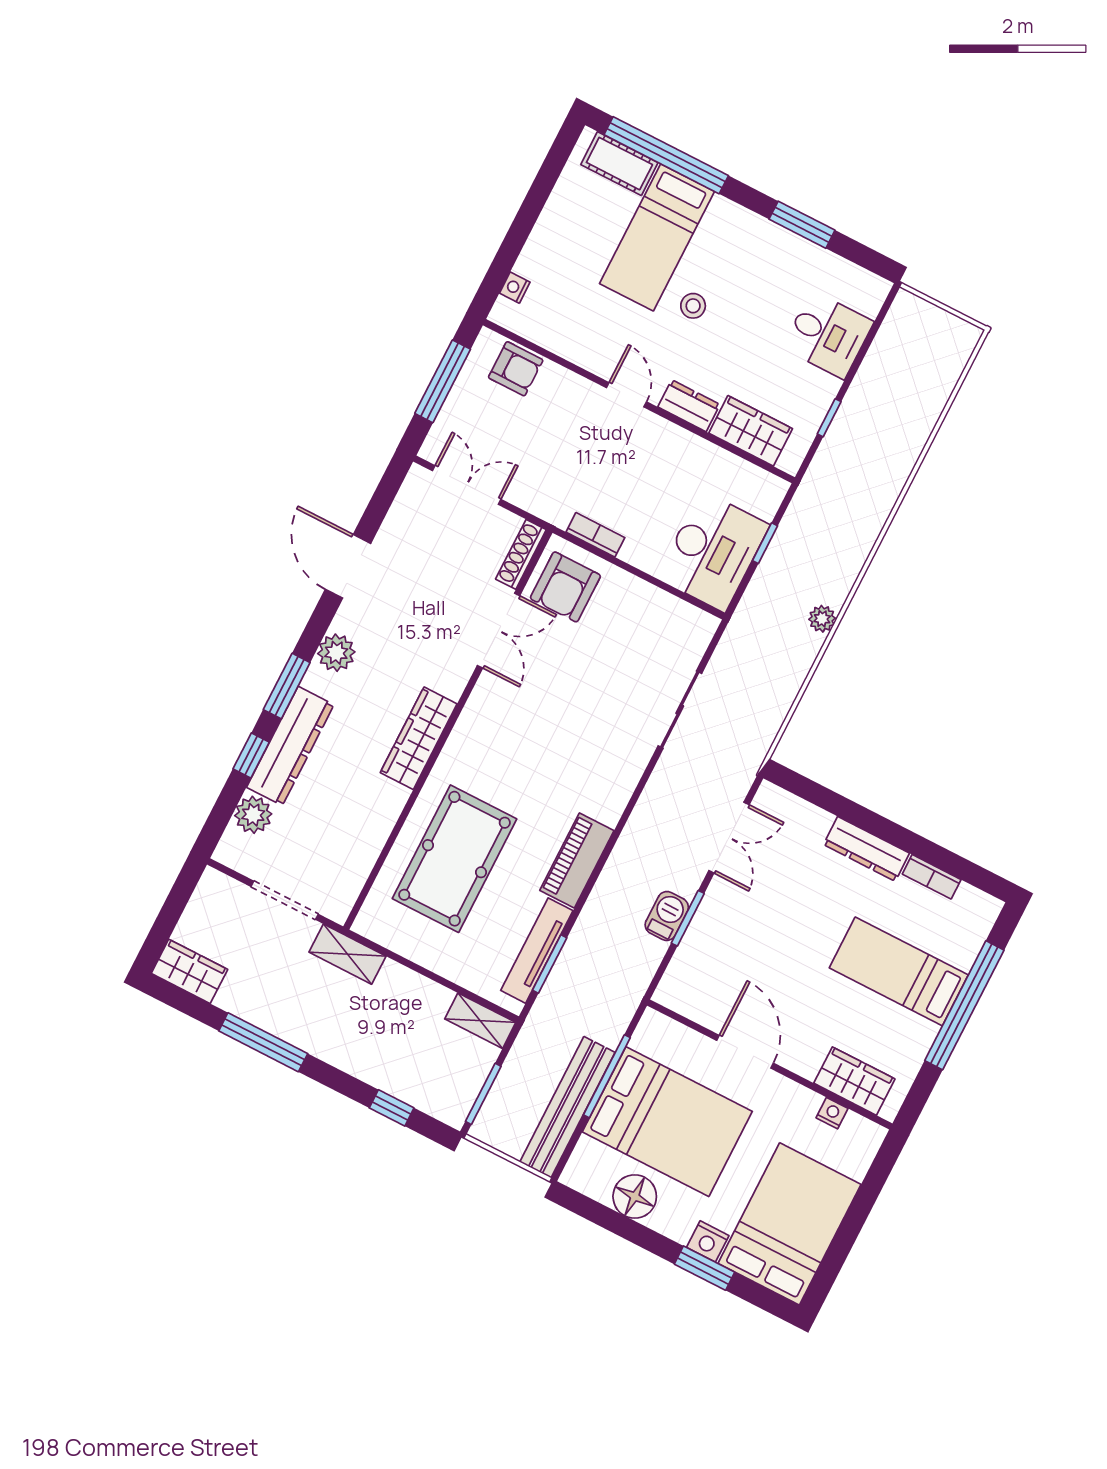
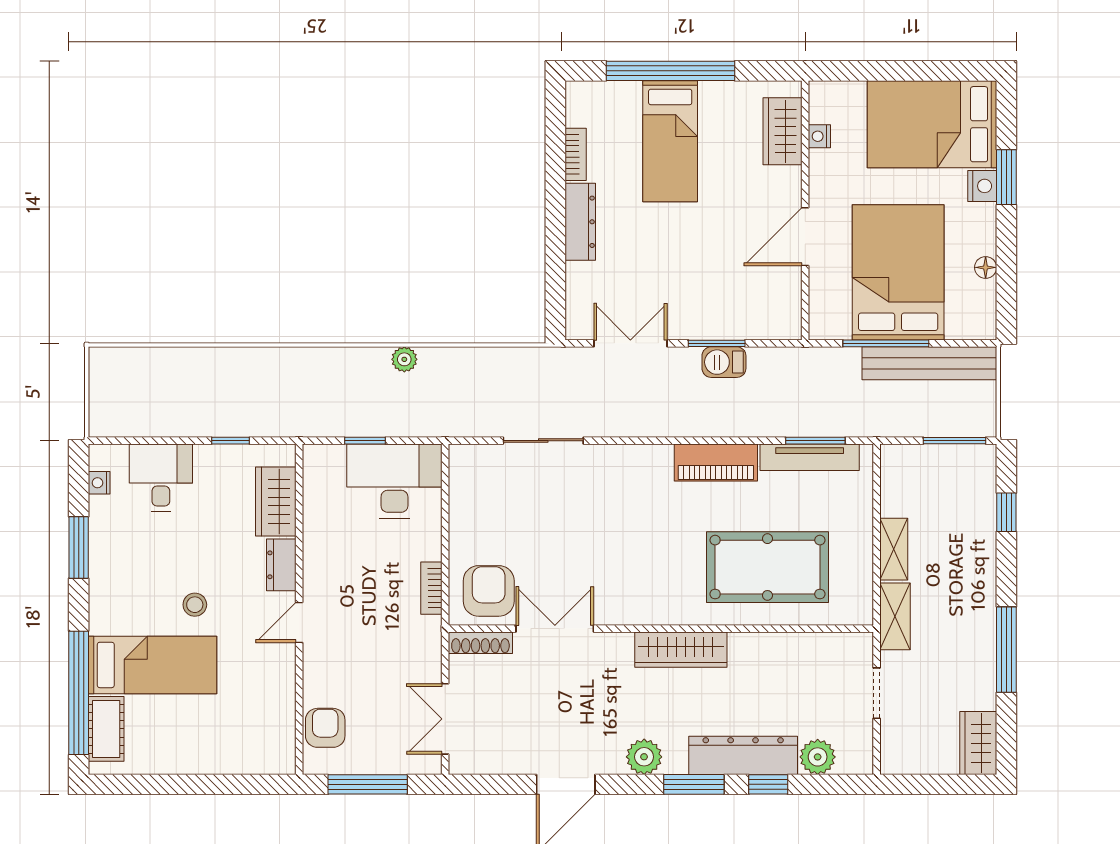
nightstand: (515, 288) -> (99, 483), moved, turned 90
armchair: (565, 587) -> (489, 591), turned -90
doorway: (285, 900) -> (877, 693), width x0.73
shelving: (480, 1021) -> (894, 549), moved
floor lamp: (635, 1197) -> (986, 267), width x0.53, depth x0.53

